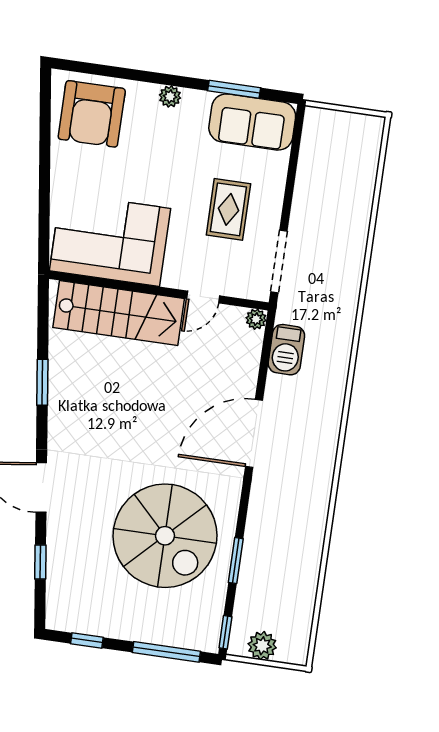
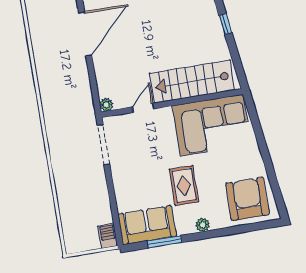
rug: (228, 209) -> (184, 186), moved
barbecue: (286, 350) -> (108, 236), moved, width x0.73, depth x0.79
window: (42, 382) -> (225, 24), width x0.67

